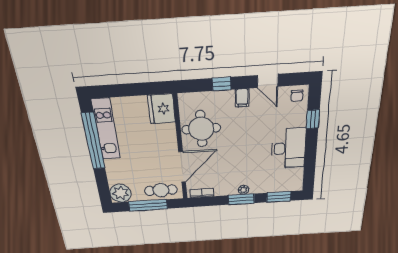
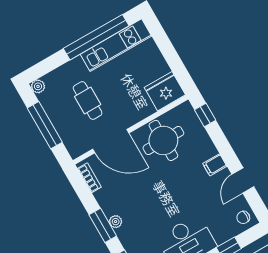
window: (222, 84) -> (205, 115), moved
cafe table: (161, 190) -> (88, 101), moved
plant: (121, 193) -> (38, 86), width x0.53, depth x0.53

